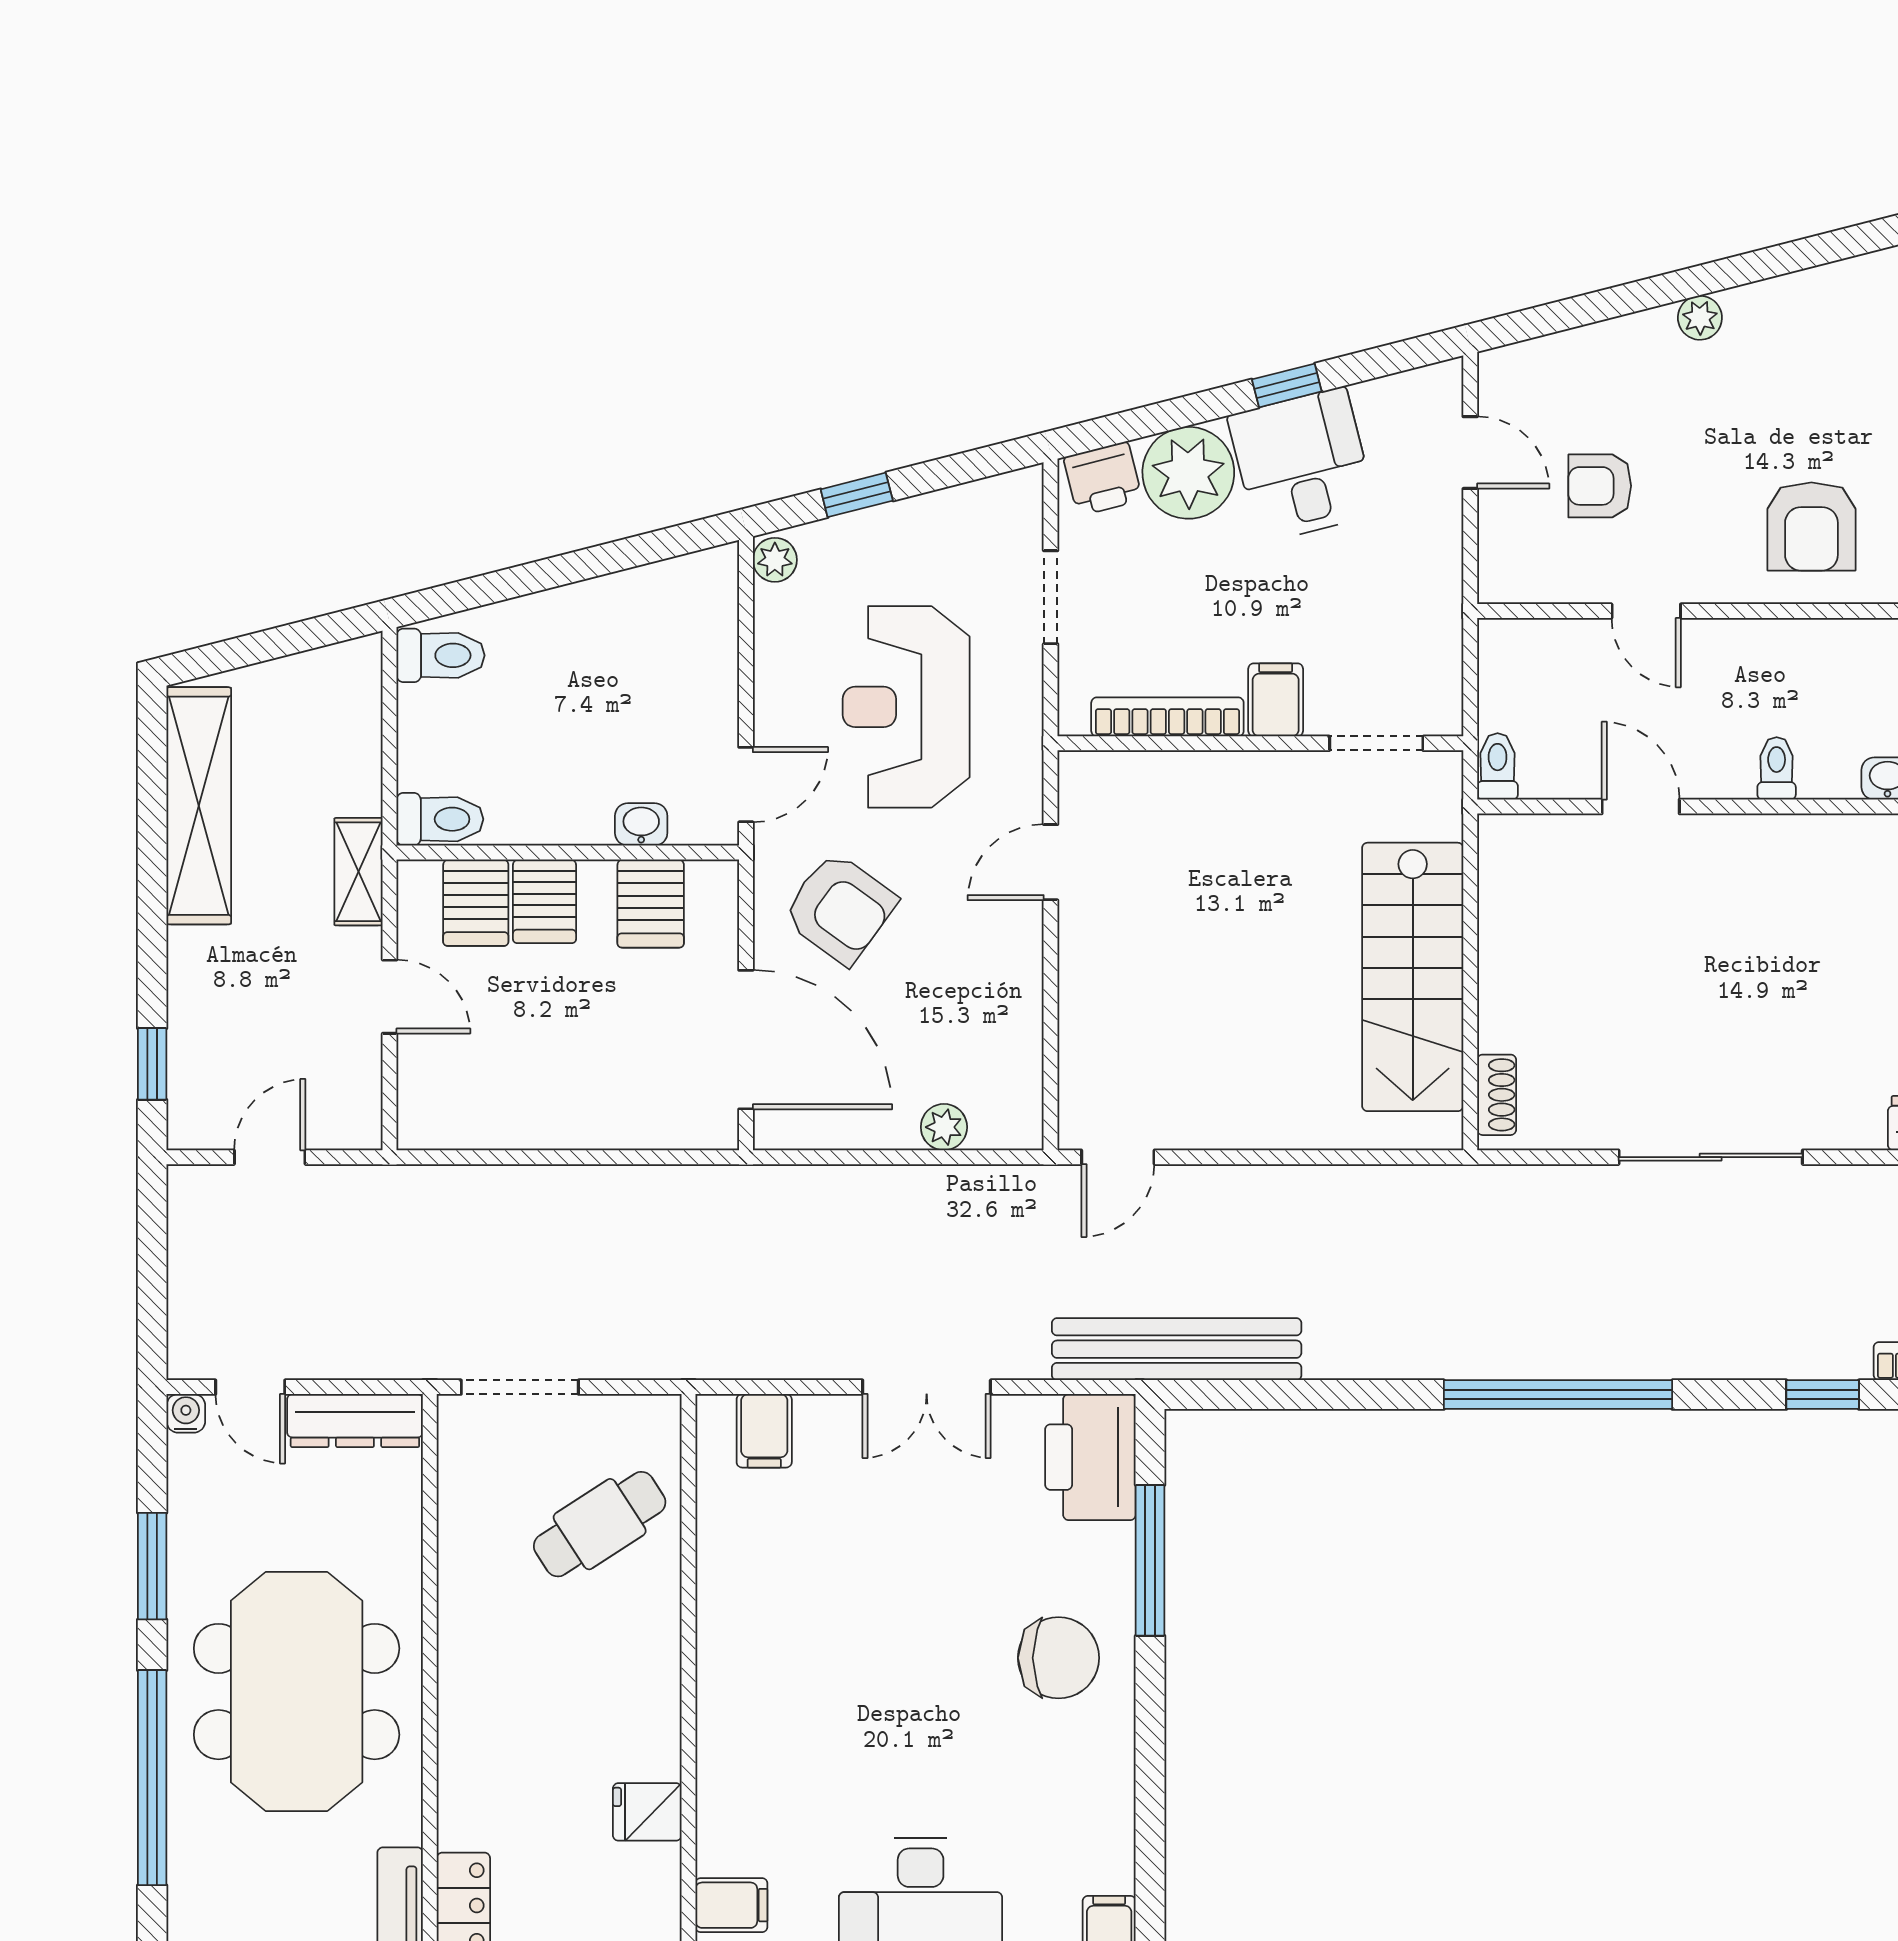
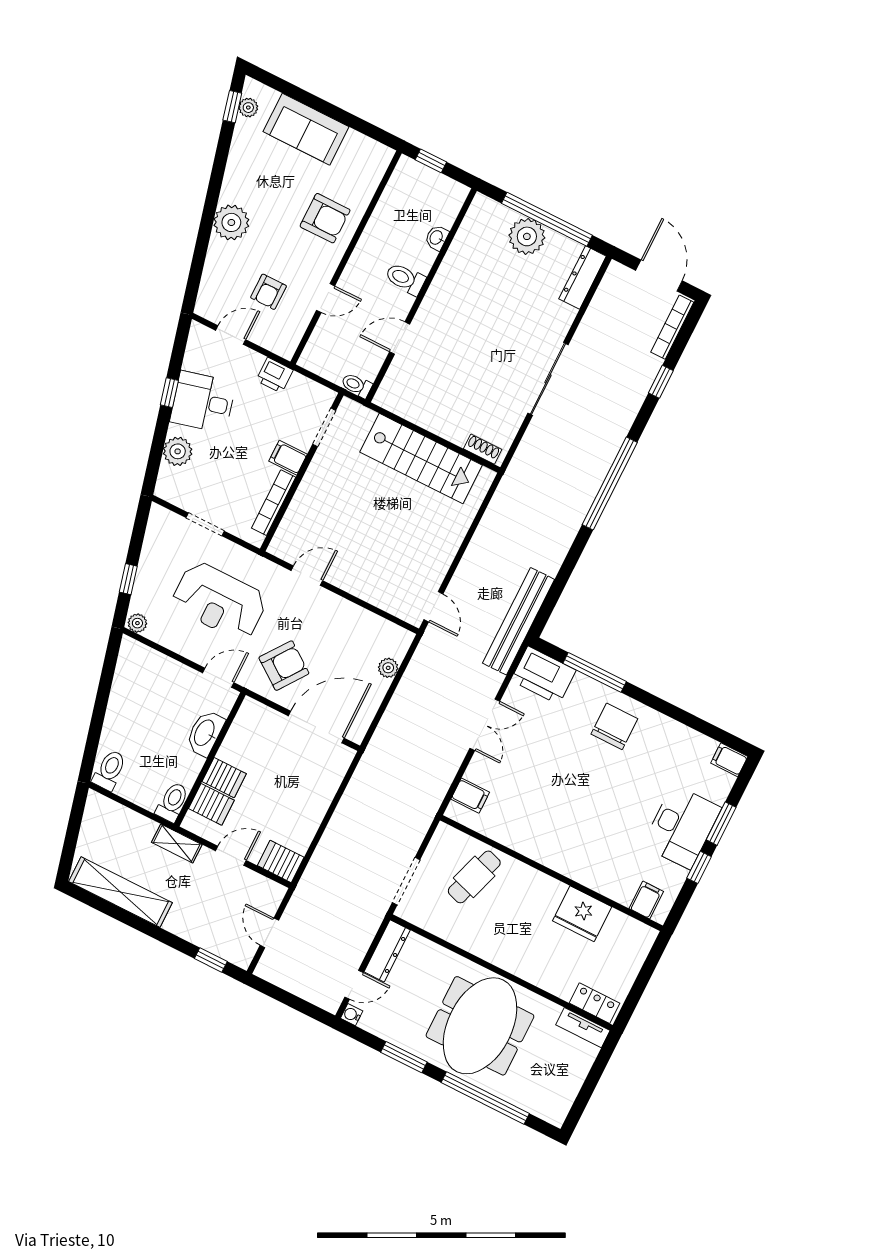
plant: (1700, 318) -> (231, 222), width x1.88, depth x1.88
plant: (1188, 473) -> (178, 451), width x0.73, depth x0.73
printer: (1103, 479) -> (275, 375), moved, turned 104
toilet: (1777, 768) -> (405, 279), width x1.37, depth x1.39
door: (746, 785) -> (218, 678), hinge flipped
washbasin: (641, 824) -> (205, 733), width x1.91, depth x1.45
door: (1051, 862) -> (307, 576), swing flipped
server rack: (651, 903) -> (281, 861), moved, turned 180
cafe table: (600, 1524) -> (474, 877), turned 51
meeting table: (297, 1692) -> (480, 1026), turned 90
fridge: (647, 1812) -> (582, 914), width x1.88, depth x1.34

